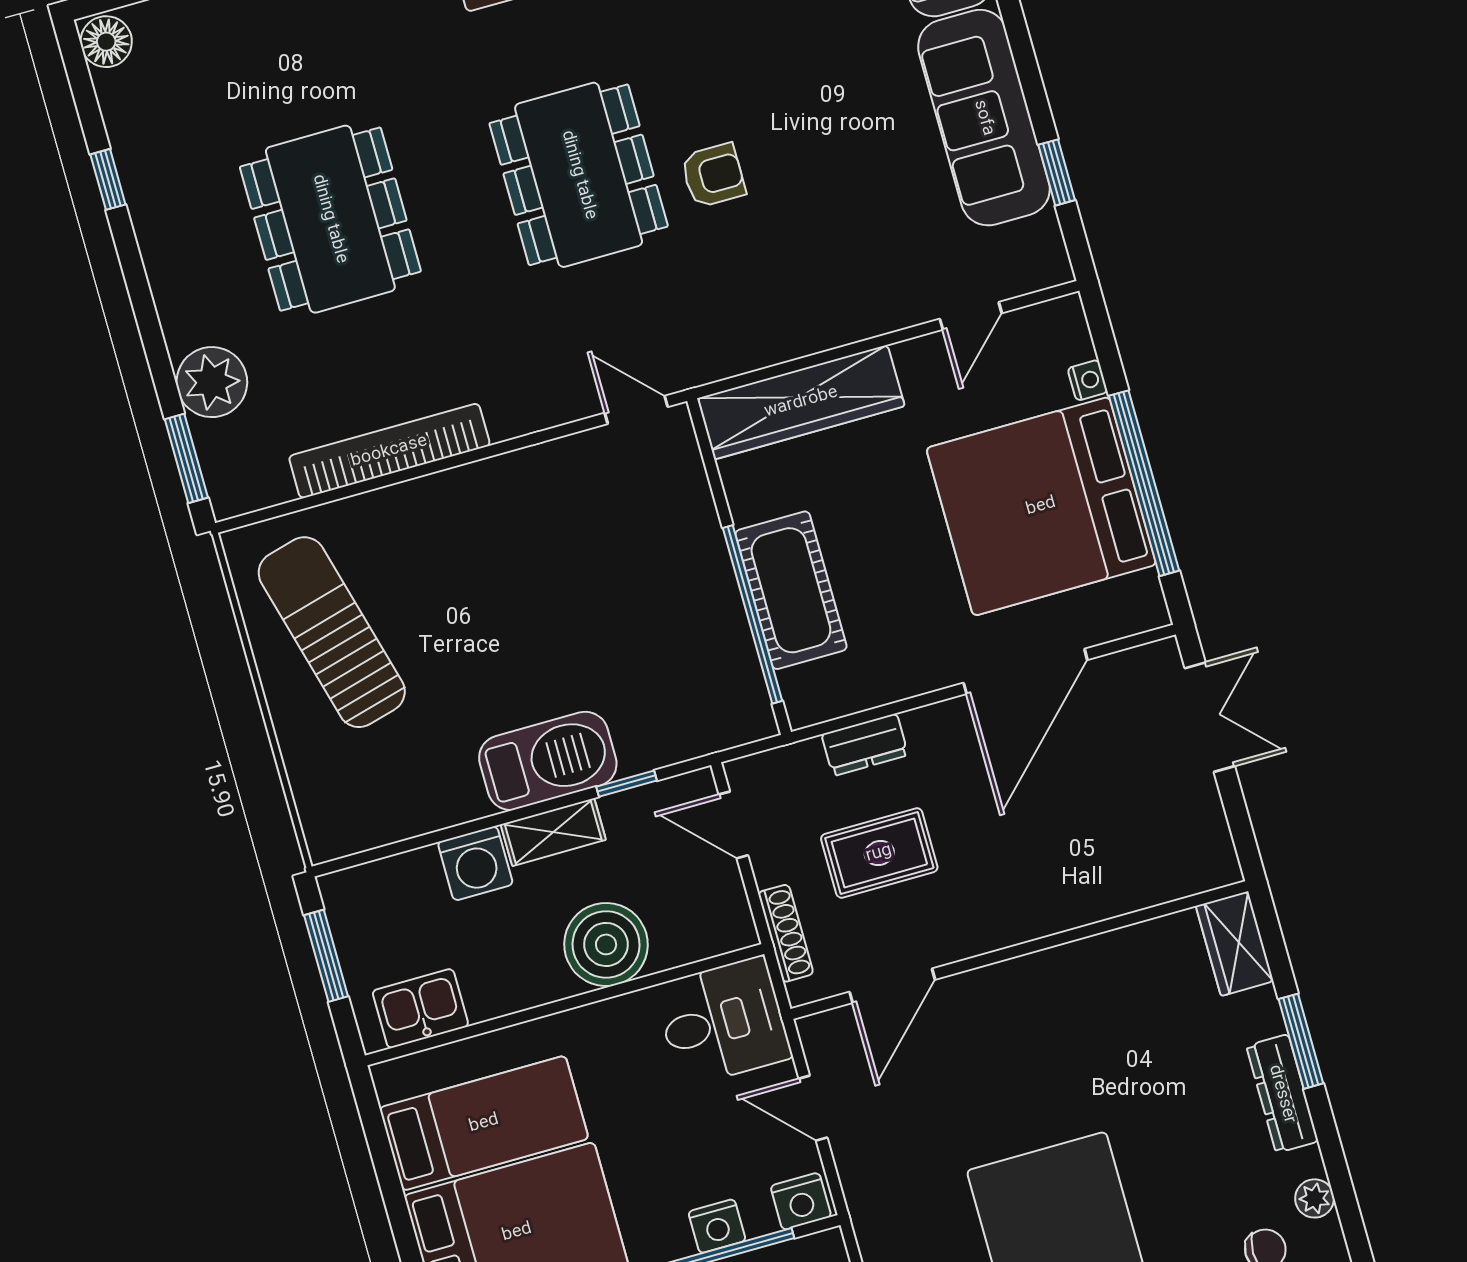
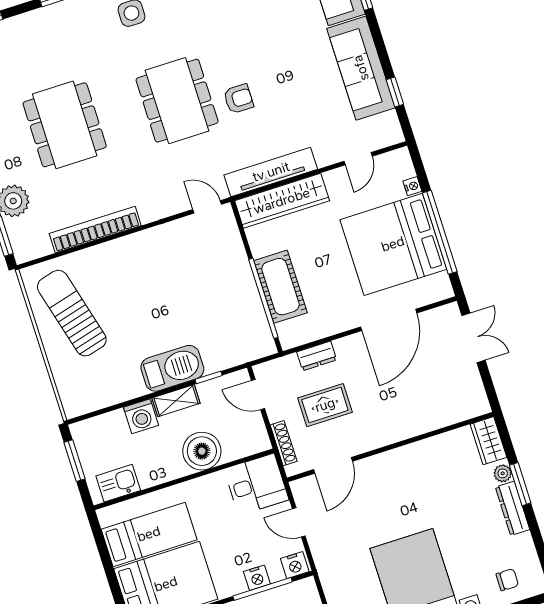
tv unit: (778, 338) -> (271, 172), added
plant: (1315, 1198) -> (503, 473), moved

